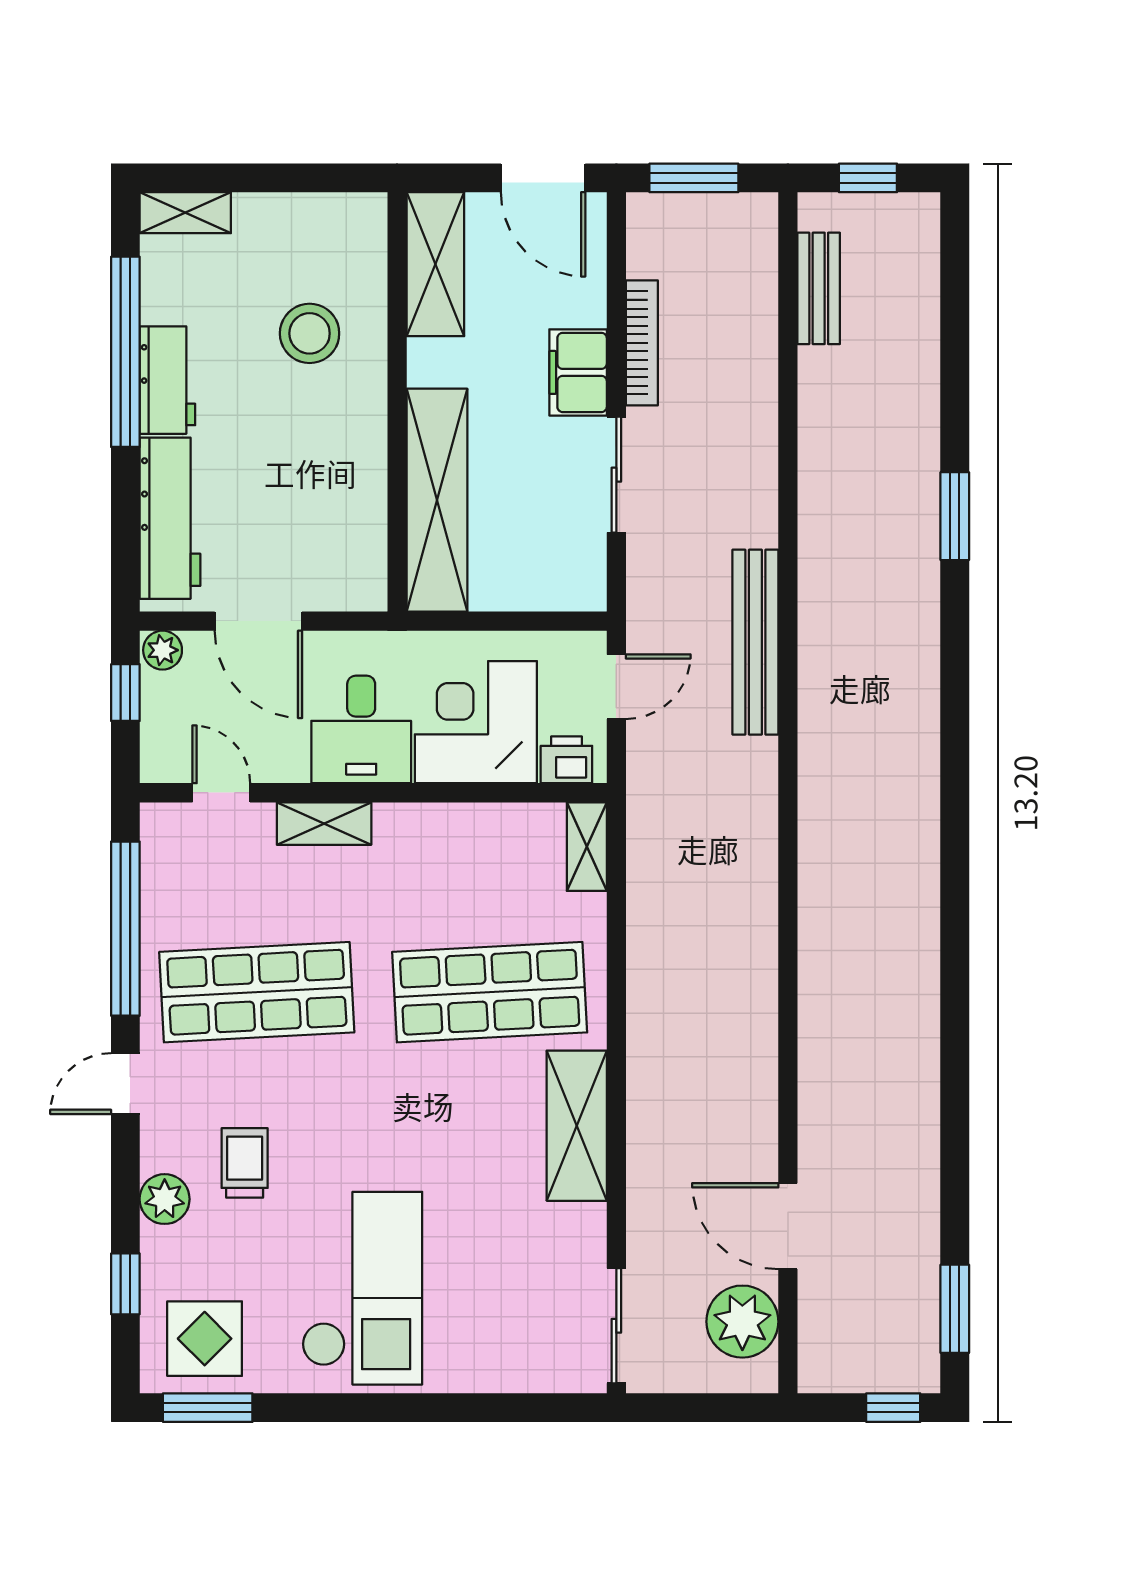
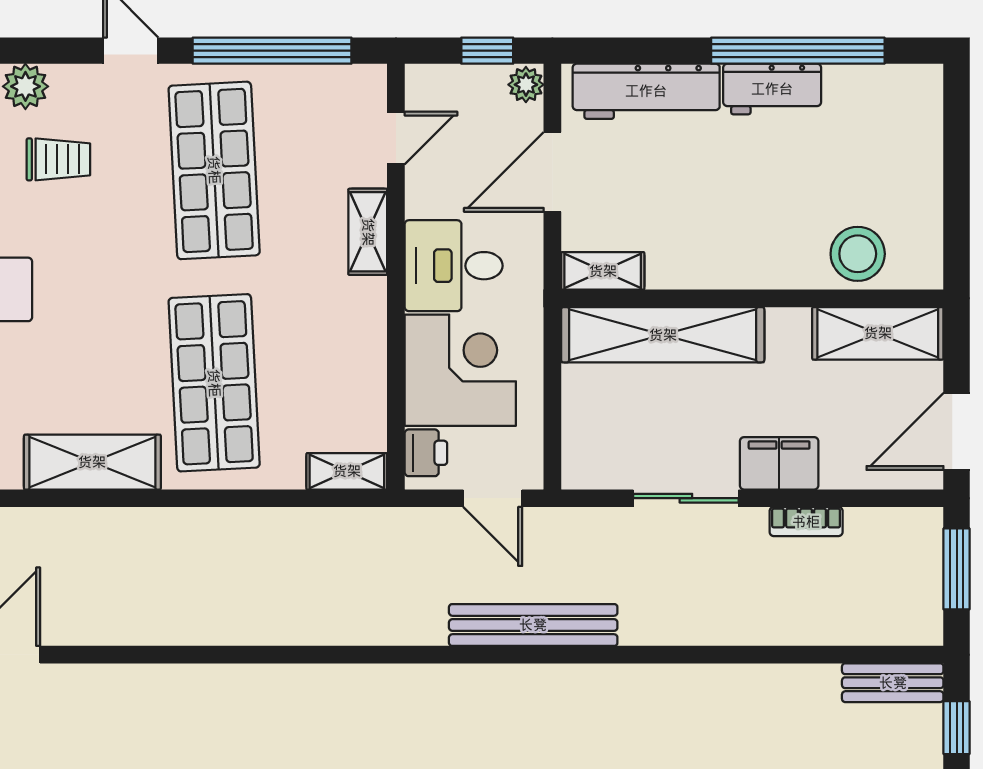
shelving: (185, 213) -> (603, 271), moved, turned 90
bench: (819, 288) -> (893, 683), moved
stool: (310, 333) -> (858, 254), moved
bookcase: (642, 343) -> (806, 522), width x0.64

